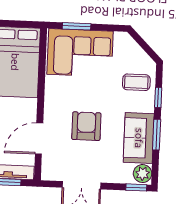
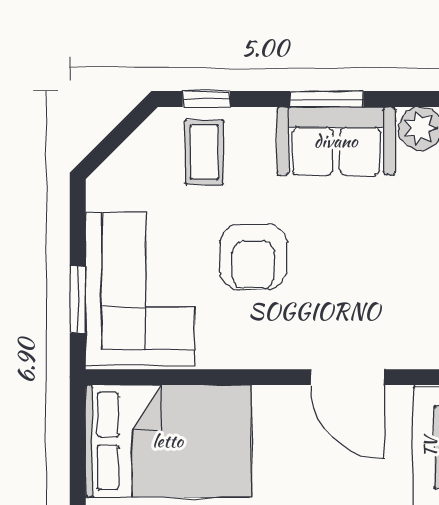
window: (158, 97) -> (206, 99), moved
armchair: (86, 126) -> (253, 257), moved, turned -90

